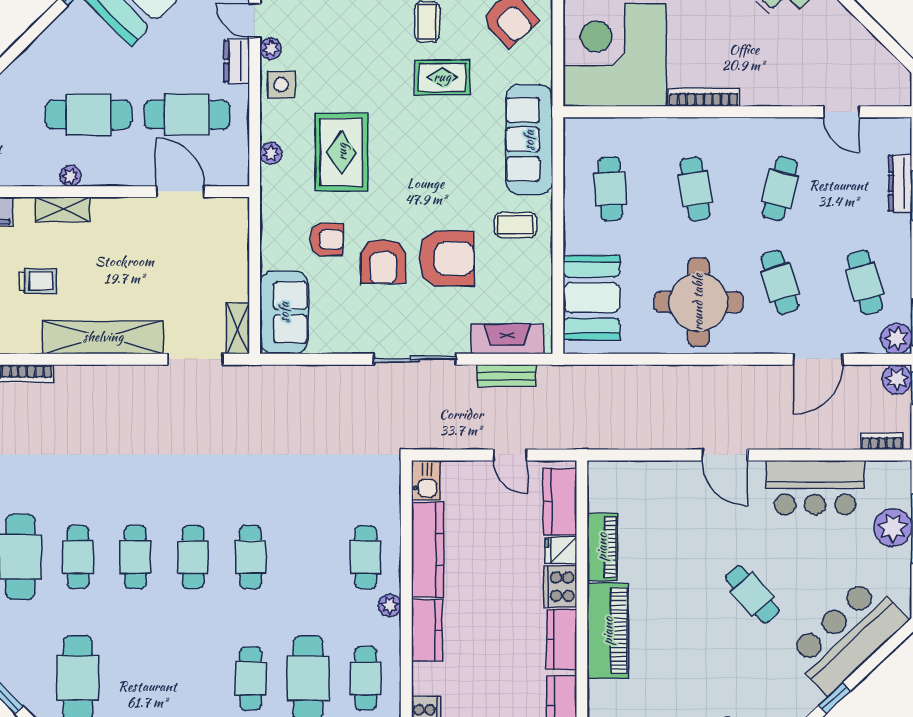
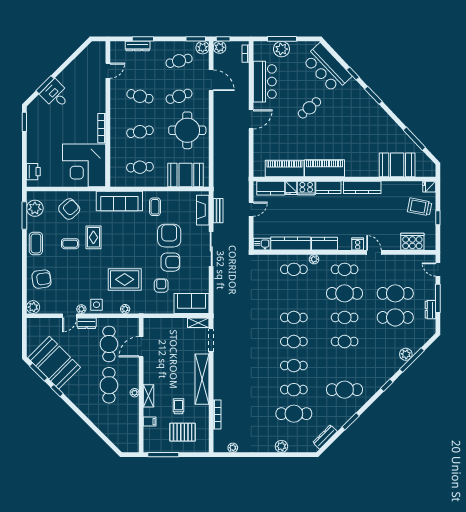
piano: (602, 547) -> (285, 168), width x1.37, depth x1.33
cafe table: (193, 678) -> (345, 342), added

